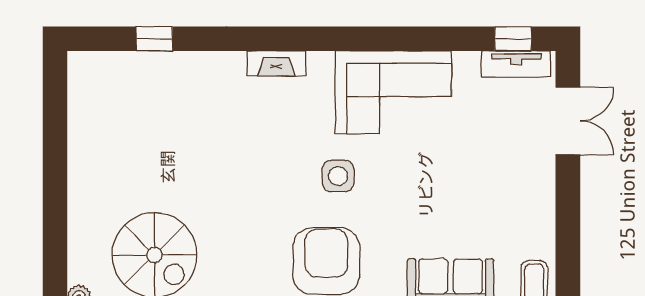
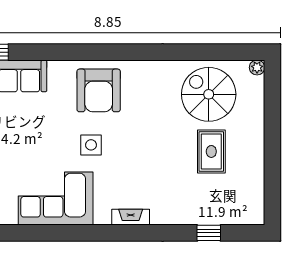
rug: (150, 166) -> (211, 151), added

